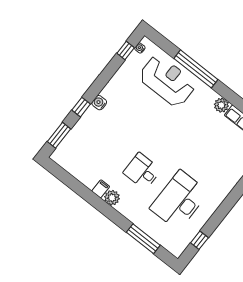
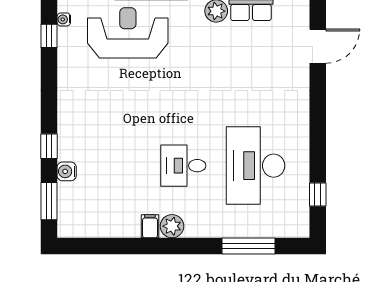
water cooler: (99, 103) -> (67, 171), moved

